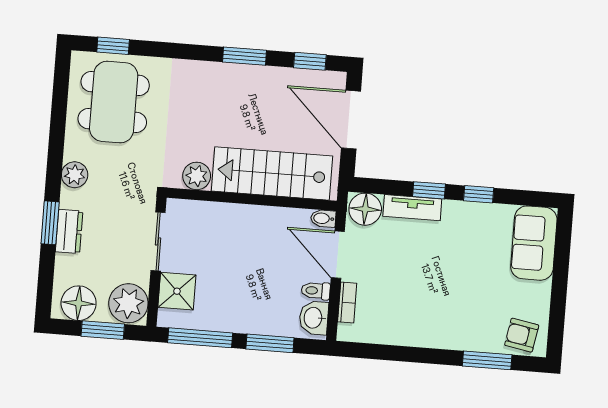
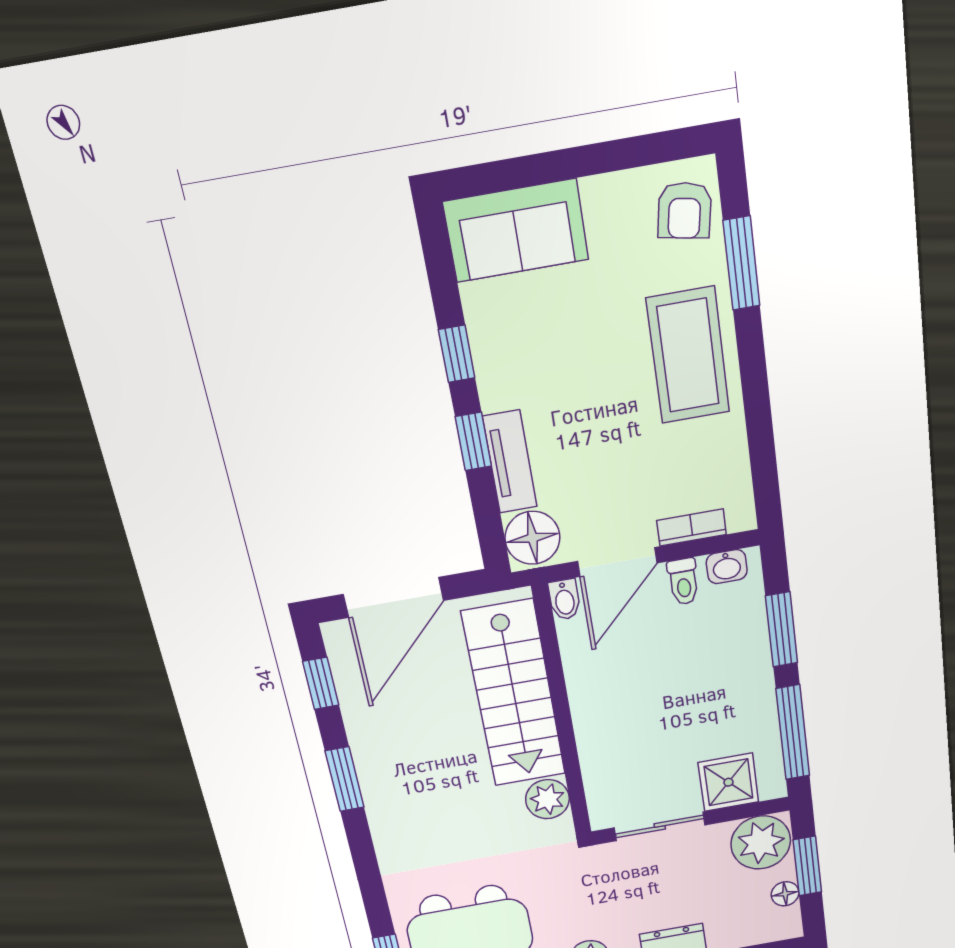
floor lamp: (79, 303) -> (785, 894), width x0.53, depth x0.53
washbasin: (314, 318) -> (727, 567), width x0.72, depth x0.69
coffee table: (446, 321) -> (688, 356), added

